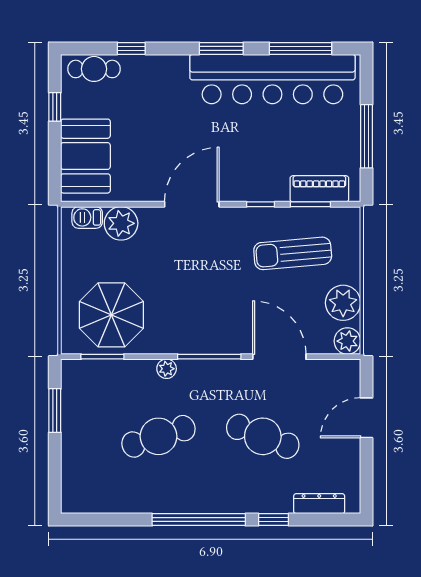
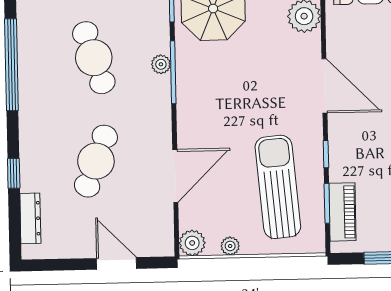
sun lounger: (293, 253) -> (278, 187), width x1.36, depth x1.34
plant: (343, 303) -> (230, 246), width x0.53, depth x0.53
window: (209, 357) -> (173, 72), moved
window: (199, 520) -> (11, 65), moved

